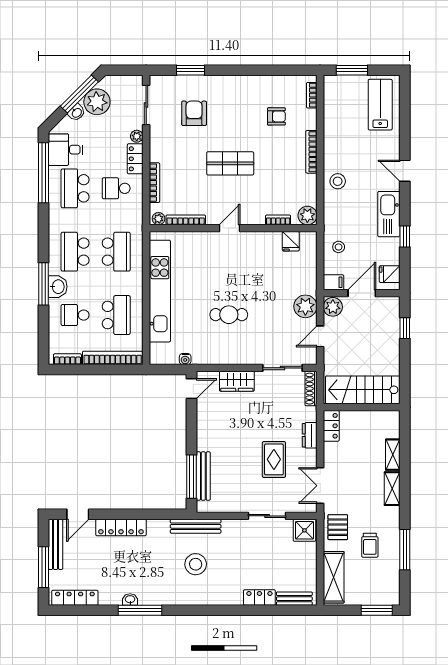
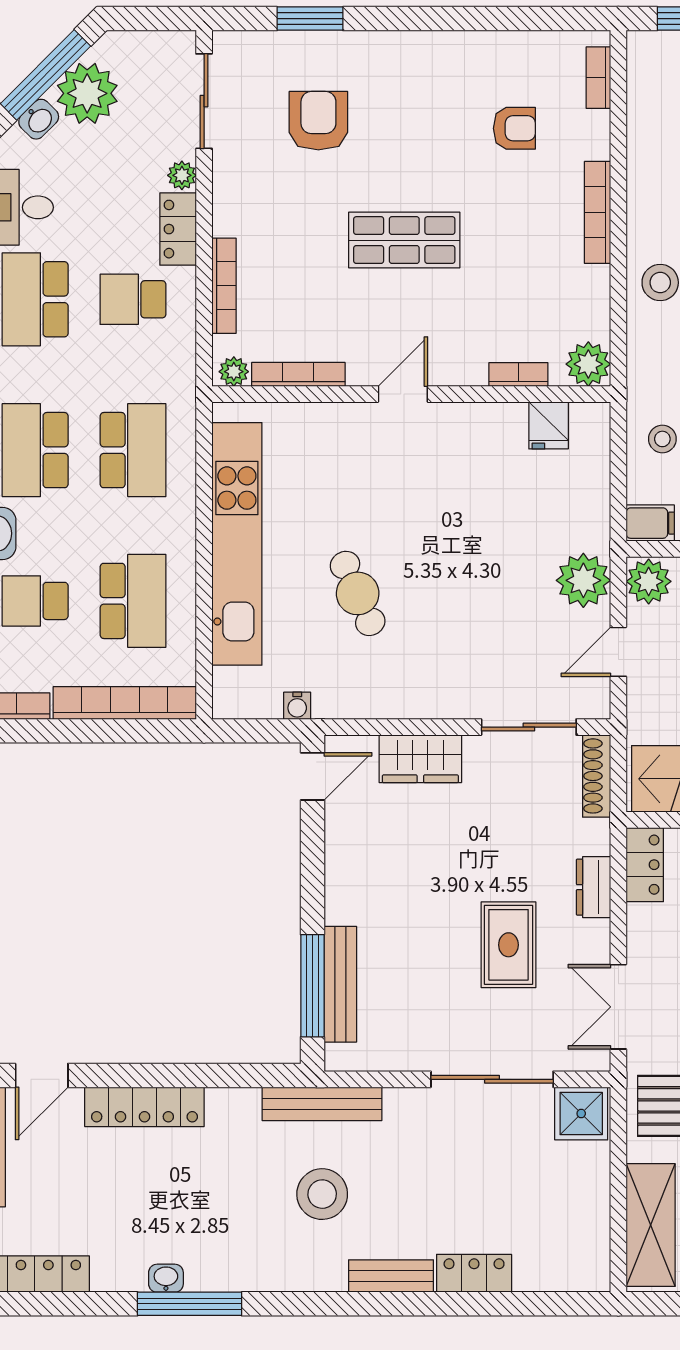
cafe table: (229, 315) -> (358, 593), moved, turned 66
sliding door: (267, 516) -> (492, 1079), width x1.37
bench: (294, 599) -> (391, 1276), moved

